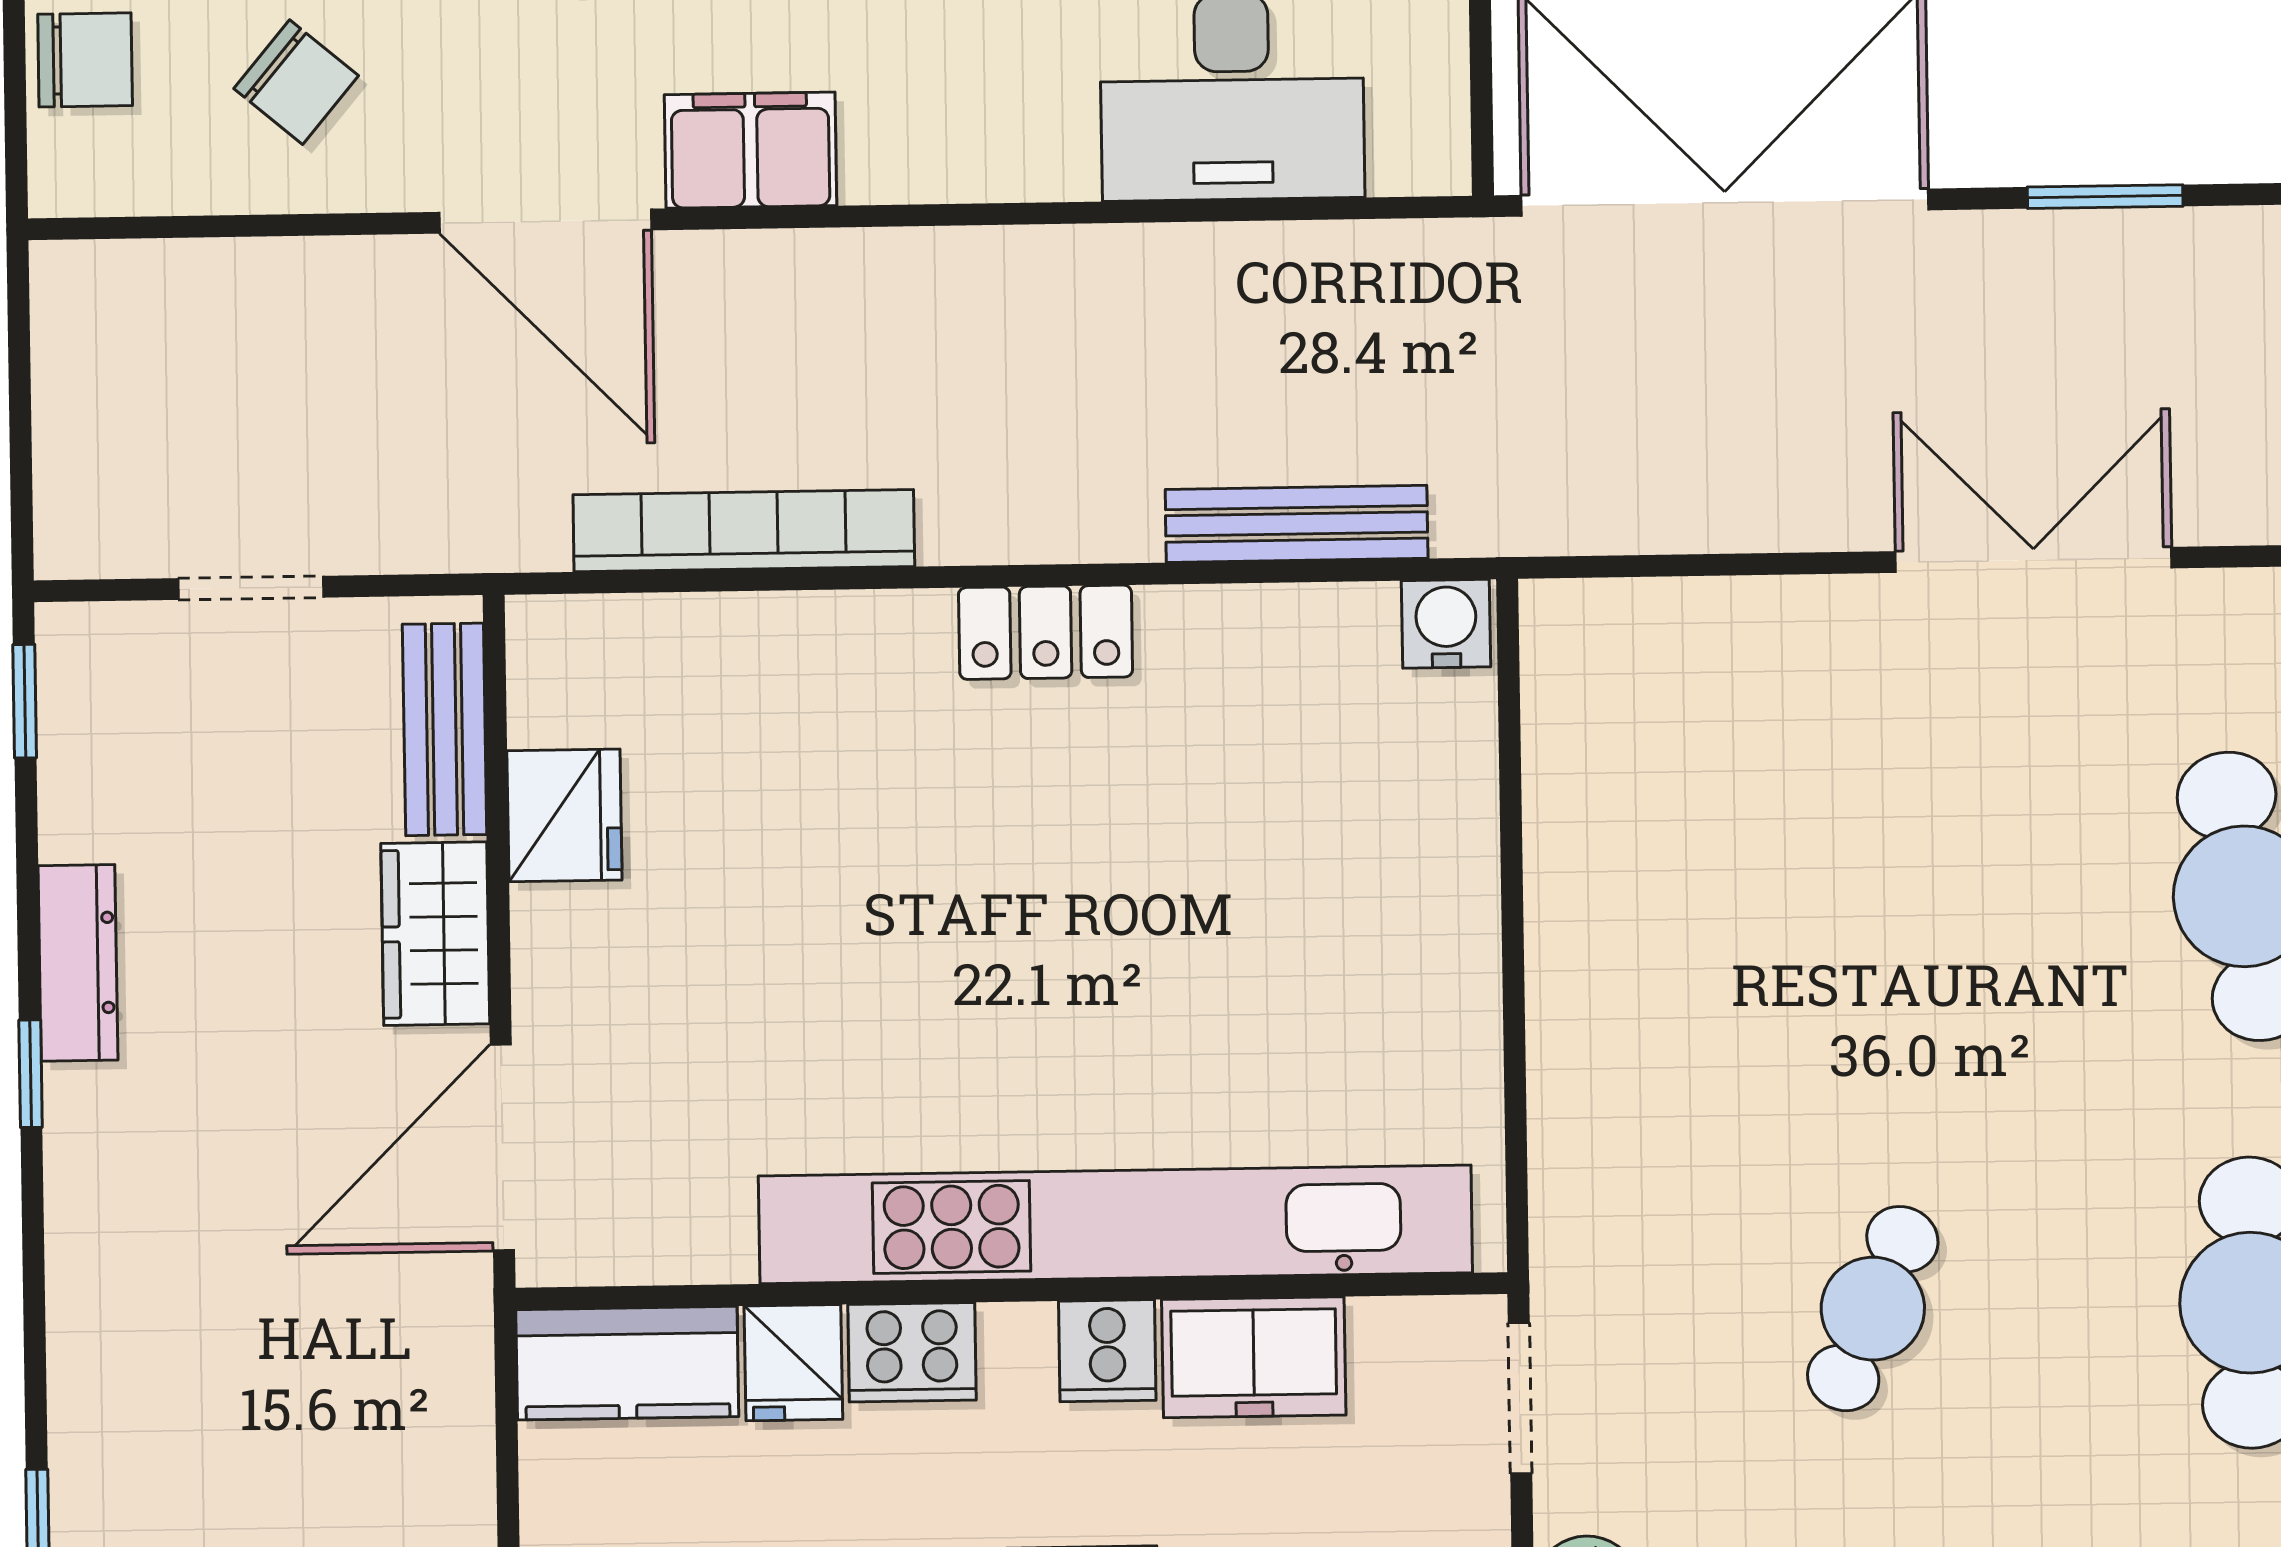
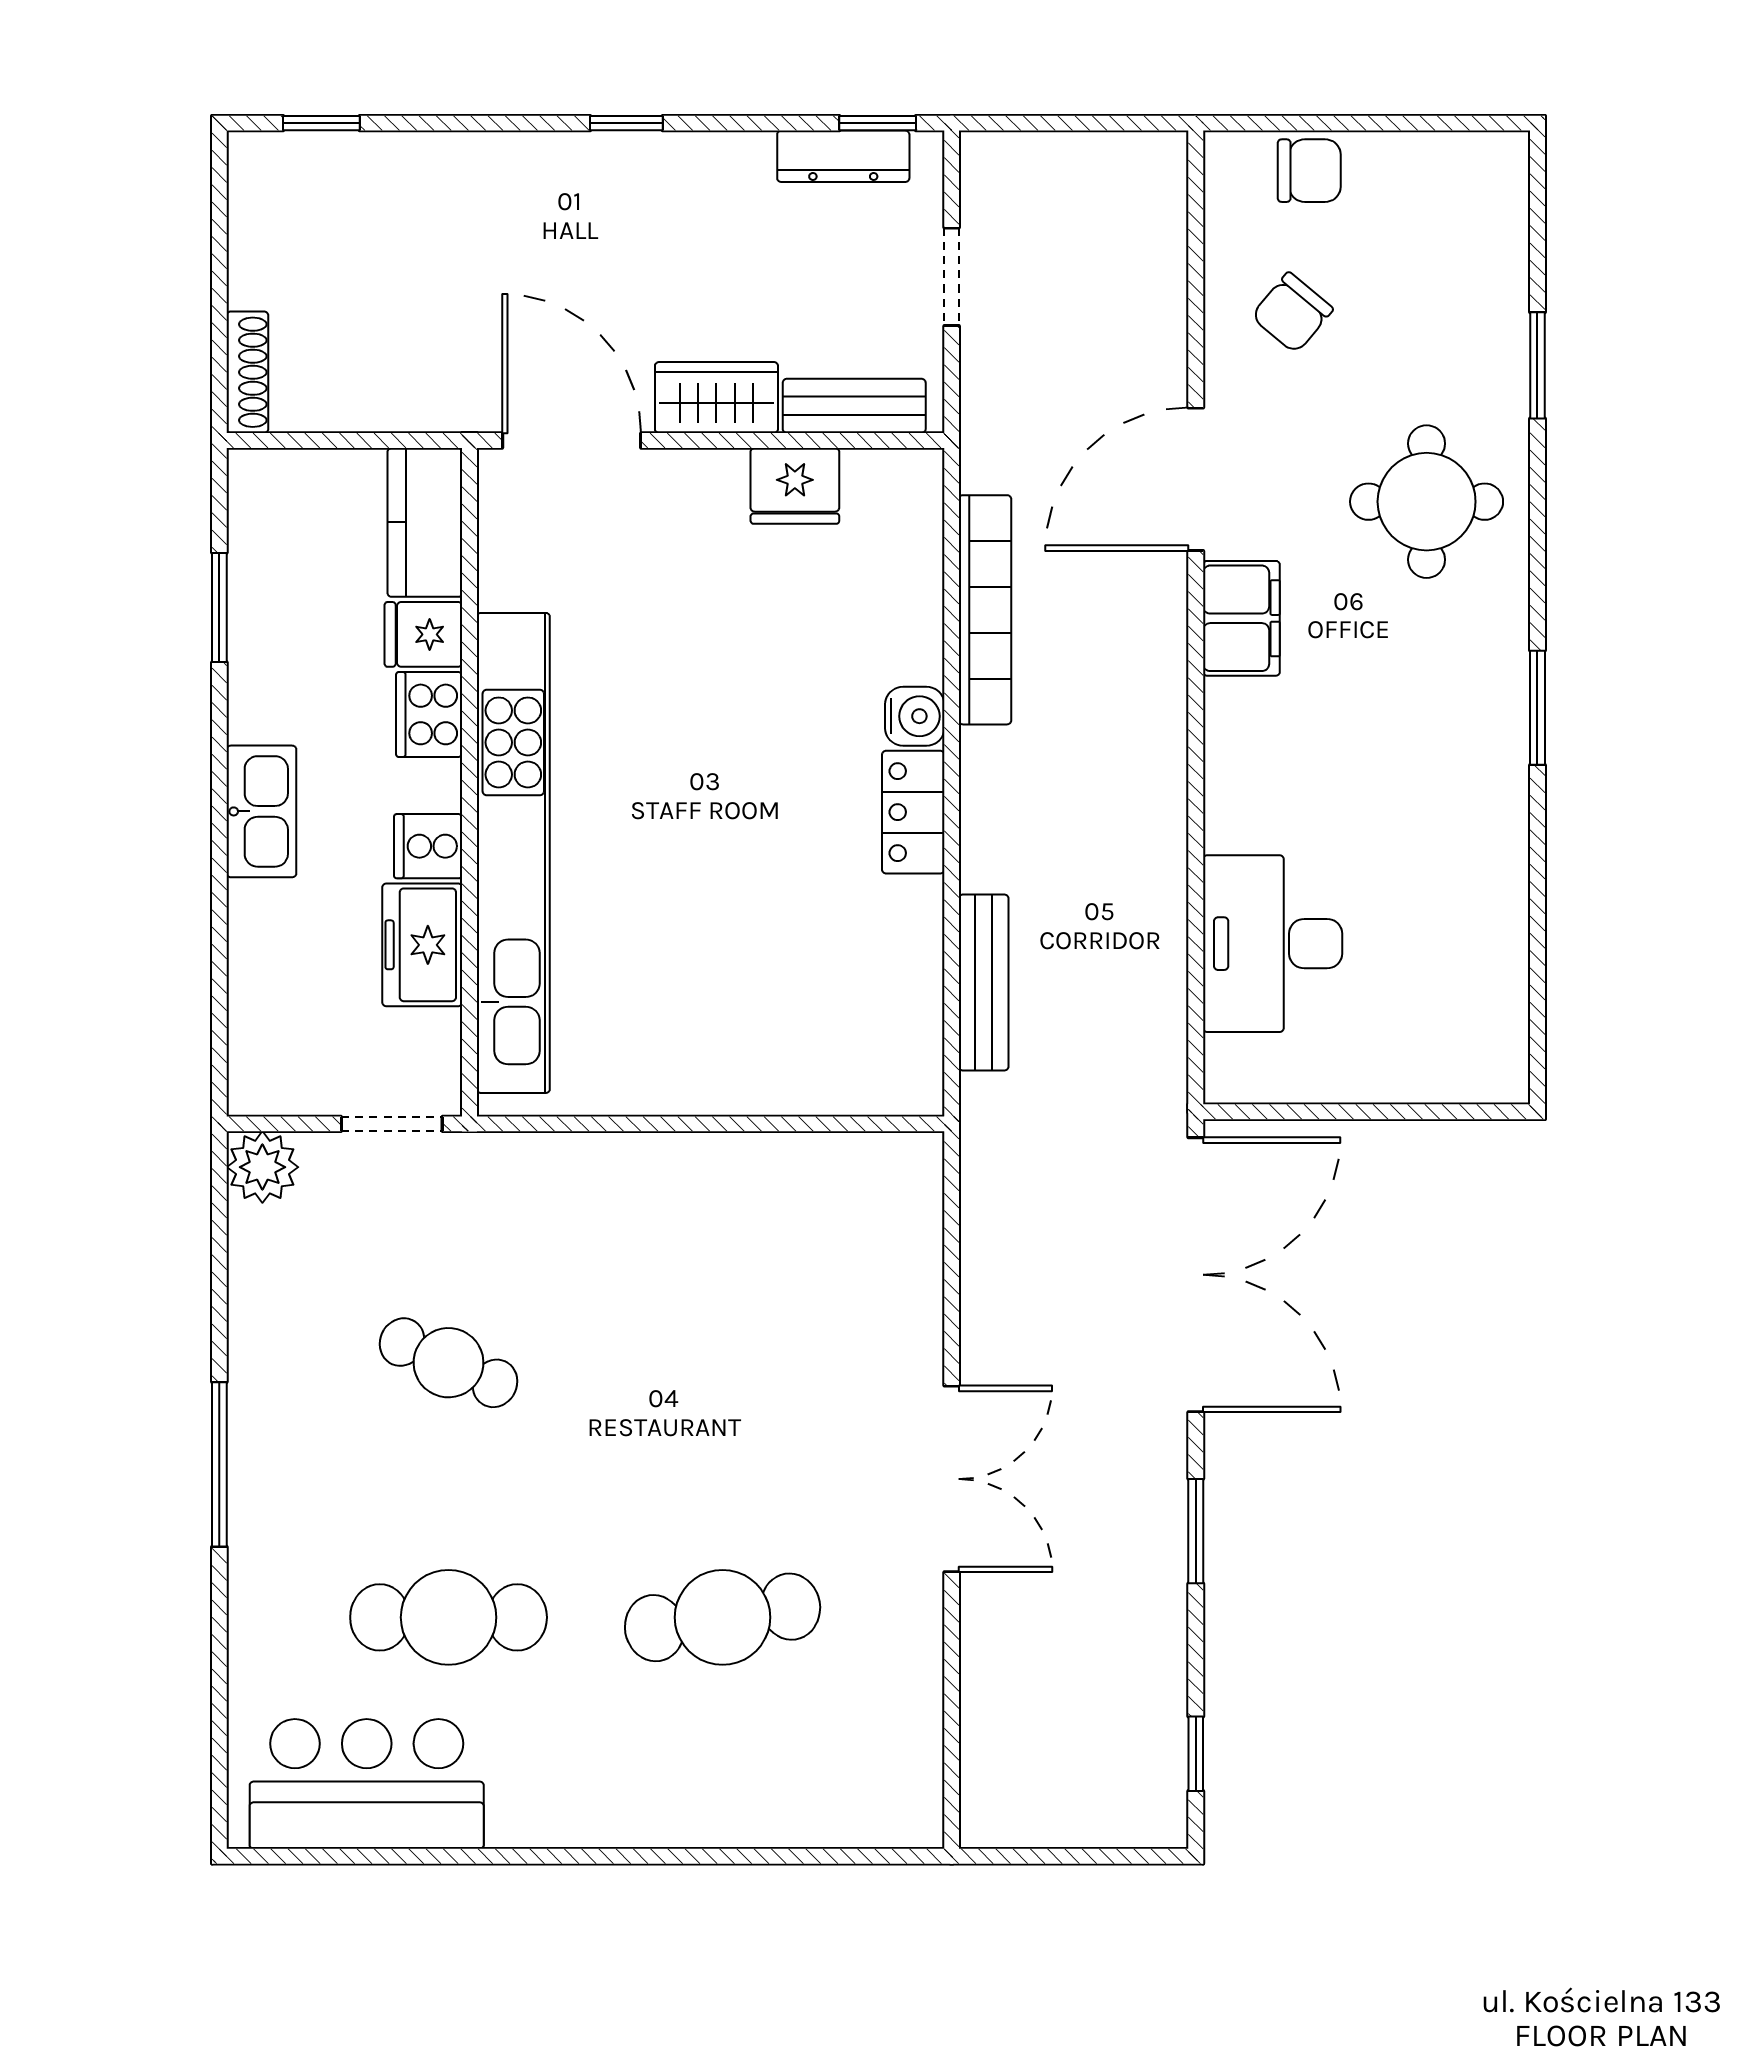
chair: (85, 60) -> (1309, 171), turned -90
water cooler: (1446, 624) -> (915, 716), moved
dresser: (78, 963) -> (843, 156), moved

